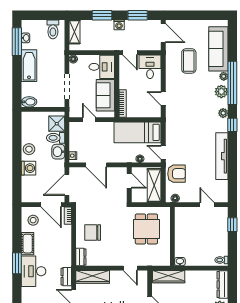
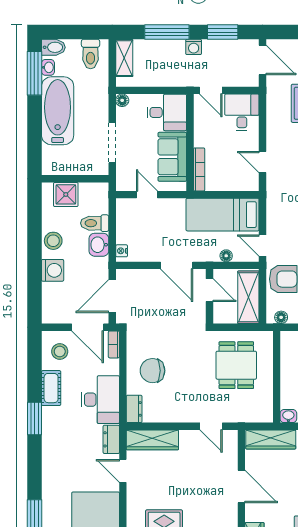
window: (102, 15) -> (167, 32), width x1.44
bathtub: (29, 66) -> (58, 111), width x1.36, depth x1.36
bidet: (29, 102) -> (53, 47), moved
shower: (57, 124) -> (66, 194), moved
door: (96, 165) -> (177, 265), moved
desk: (34, 271) -> (100, 400), moved, turned 180

